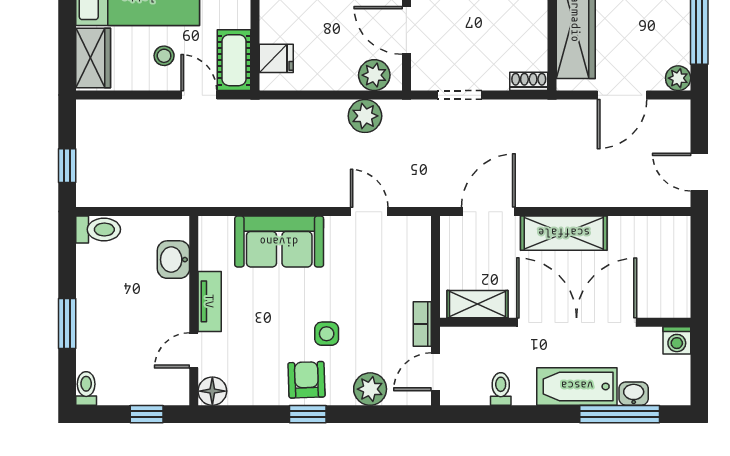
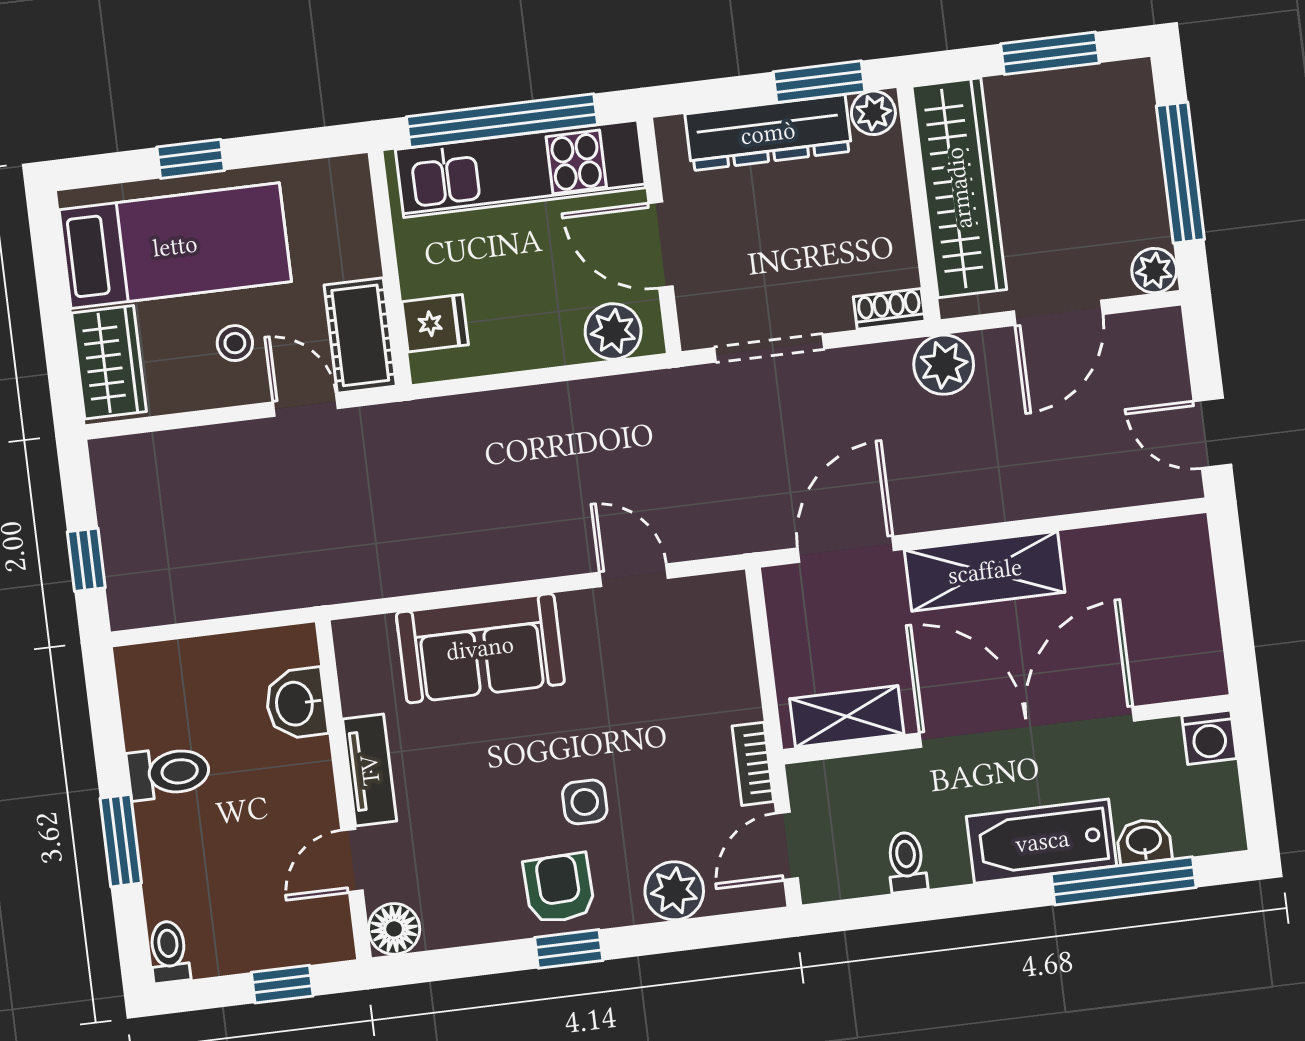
doorway: (460, 95) -> (769, 348), width x1.38
plant: (365, 116) -> (944, 365), moved
toilet: (98, 229) -> (169, 773), moved

